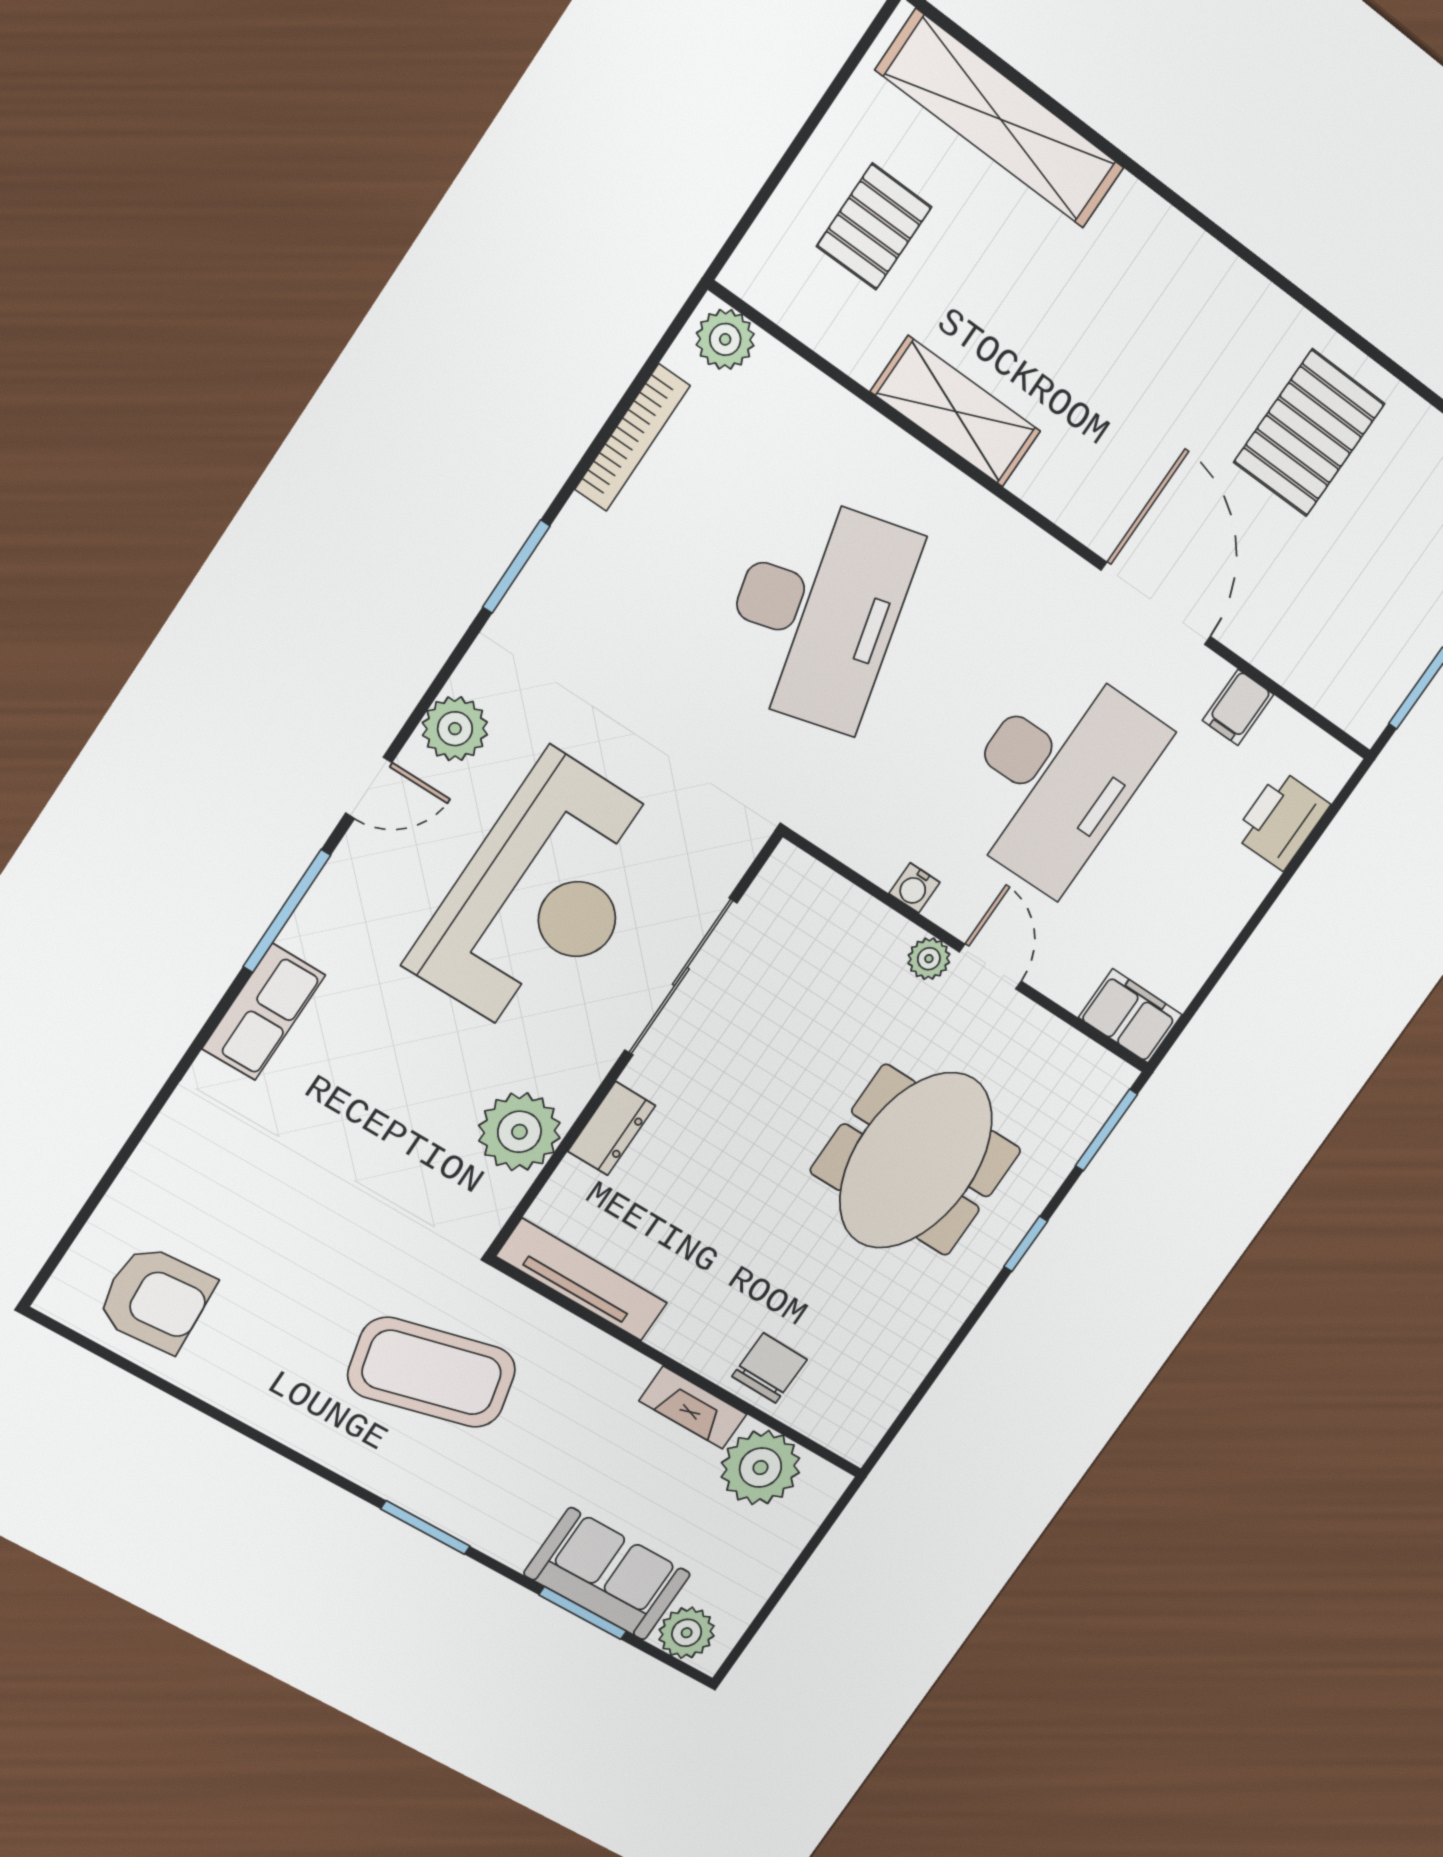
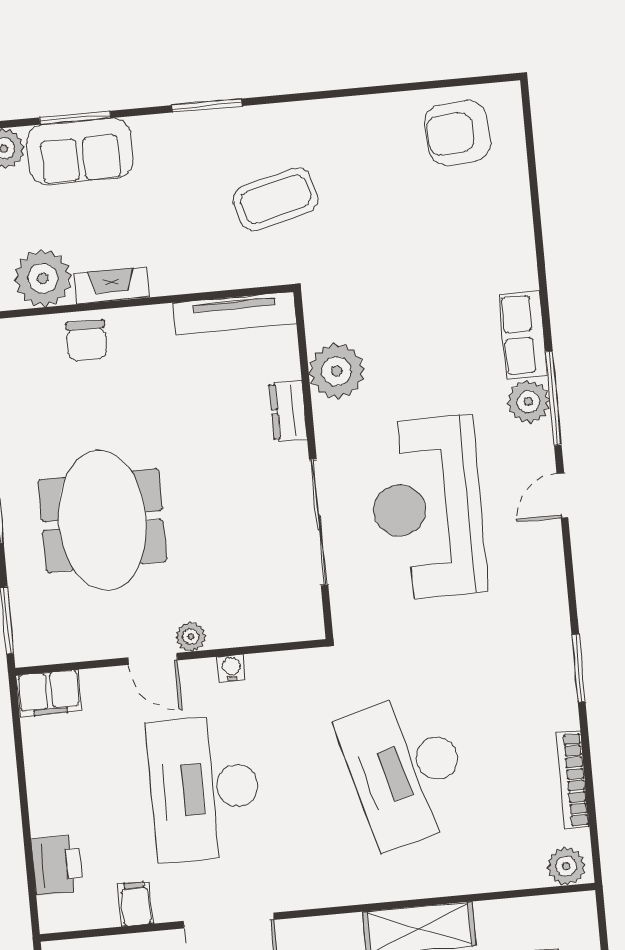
plant: (455, 729) -> (528, 402), moved
coffee table: (432, 1372) -> (276, 199), width x0.73, depth x0.76

